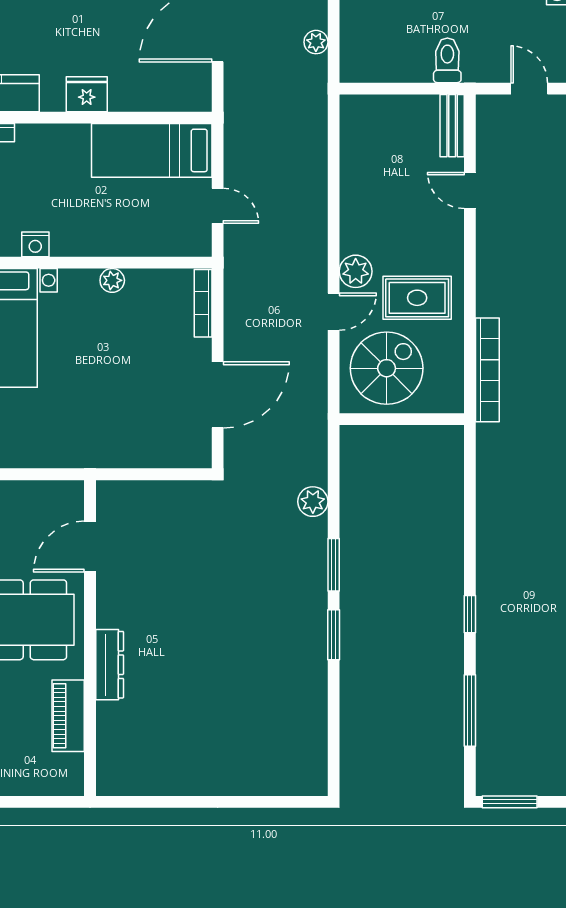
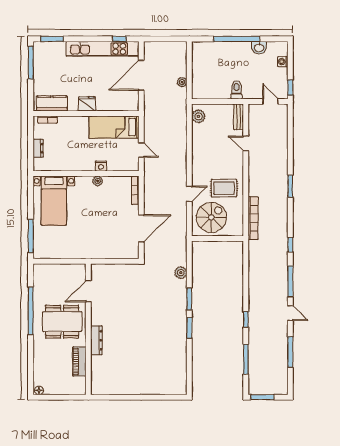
nightstand: (35, 244) -> (101, 166), moved
plant: (356, 271) -> (198, 116), moved

